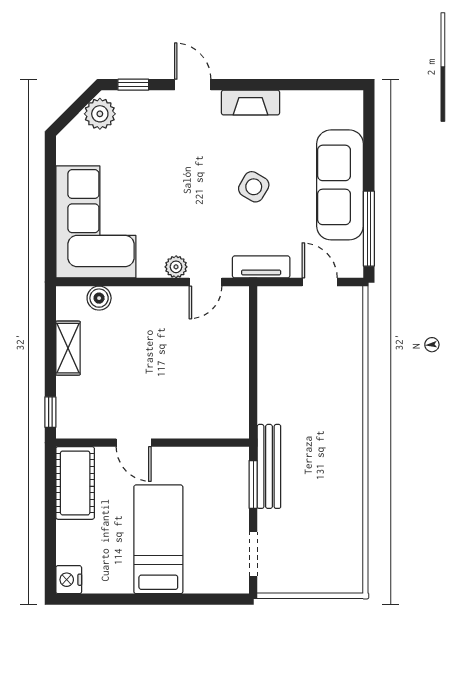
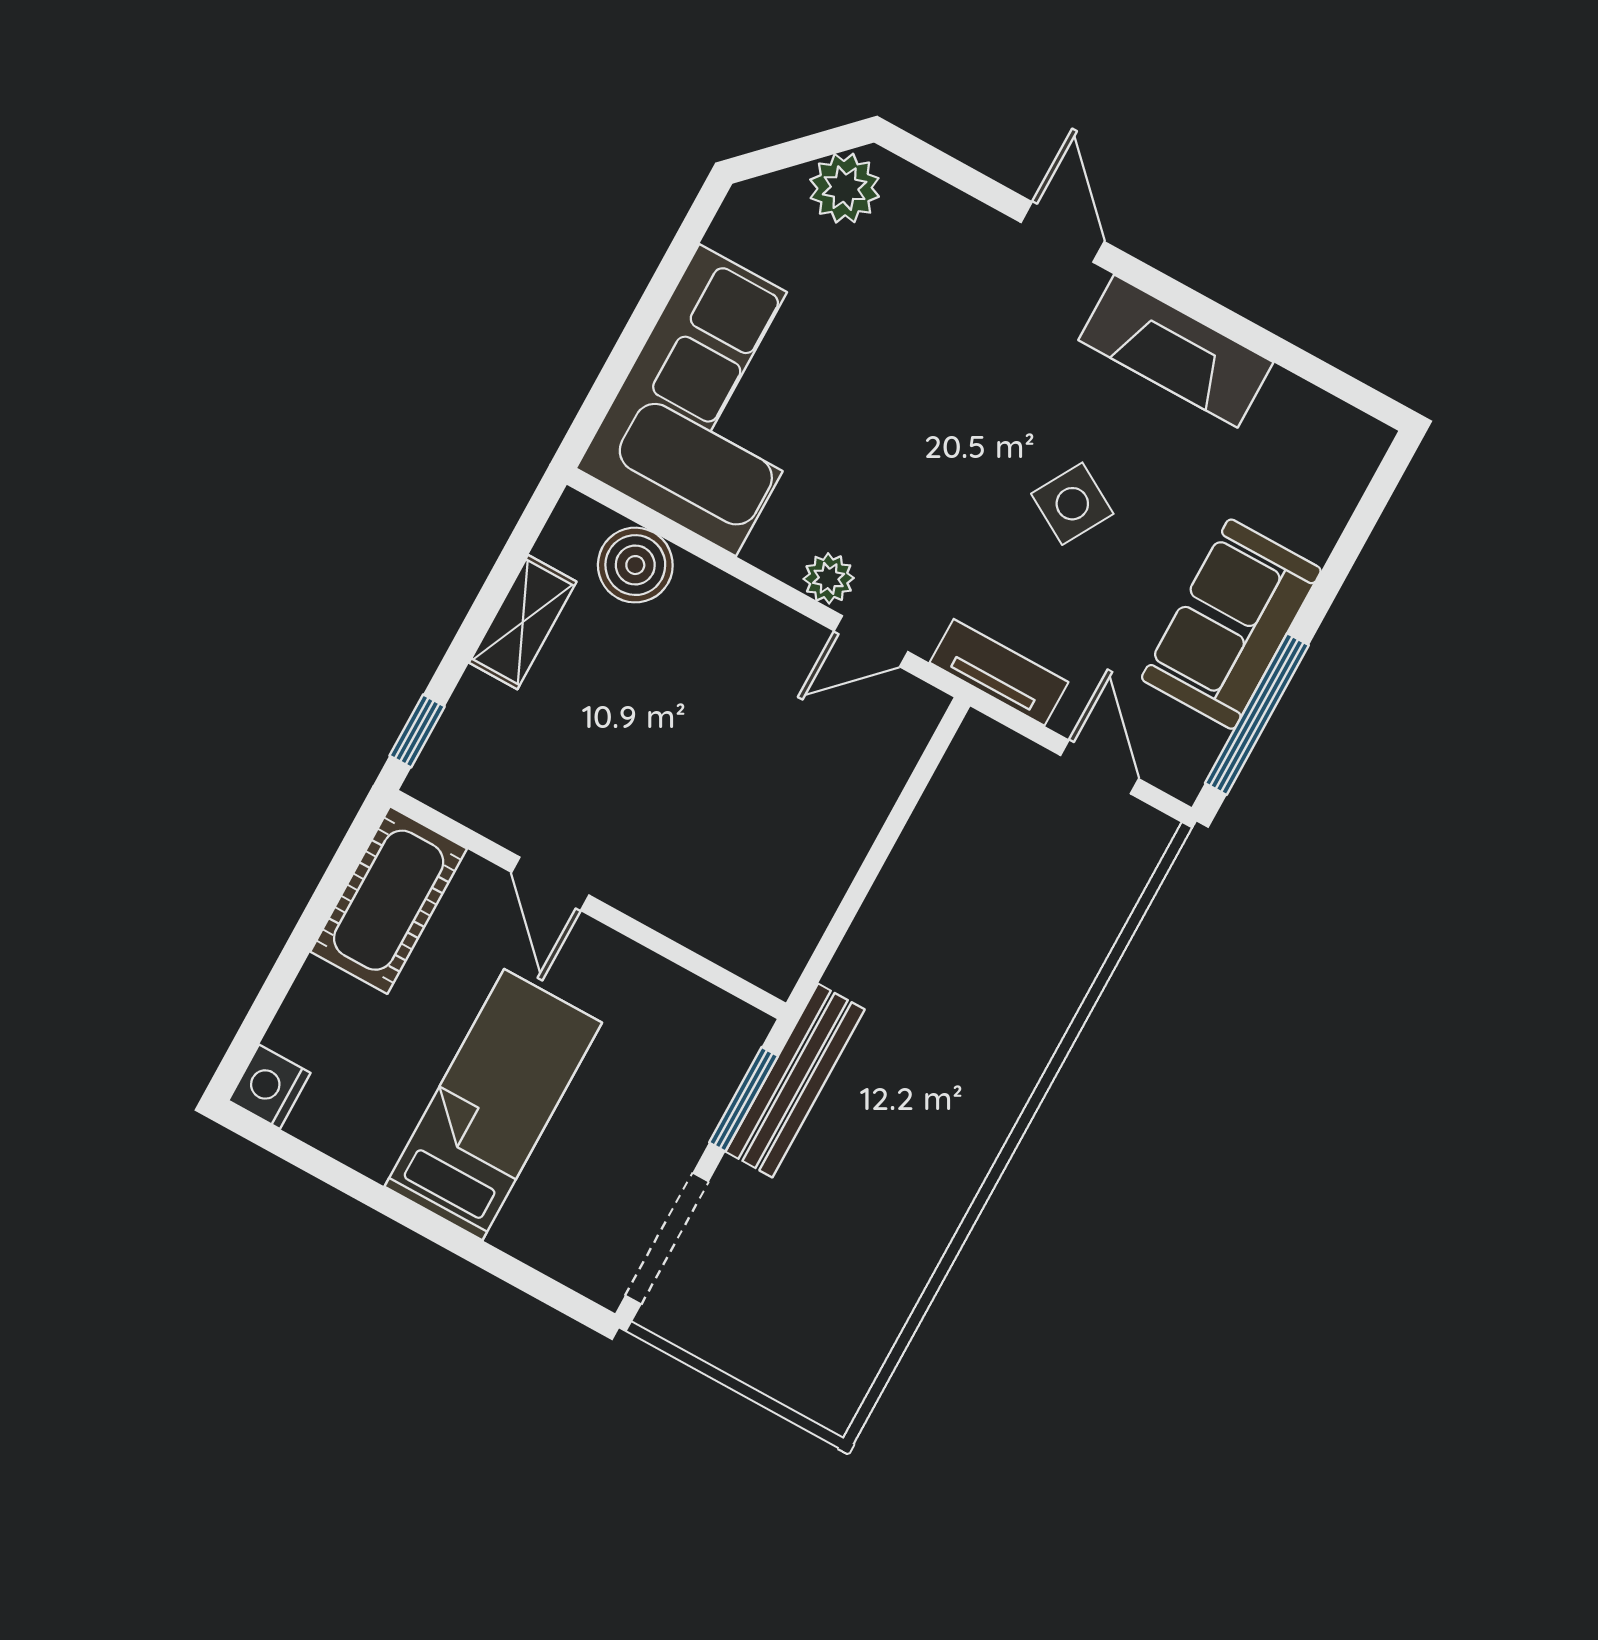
window: (133, 85) -> (944, 167), removed
fireplace: (251, 103) -> (1176, 351), width x1.37, depth x1.32
sofa: (340, 185) -> (1231, 624), width x0.73
boiler: (99, 298) -> (635, 565), width x1.36, depth x1.36
doorway: (253, 554) -> (667, 1239), width x1.38

